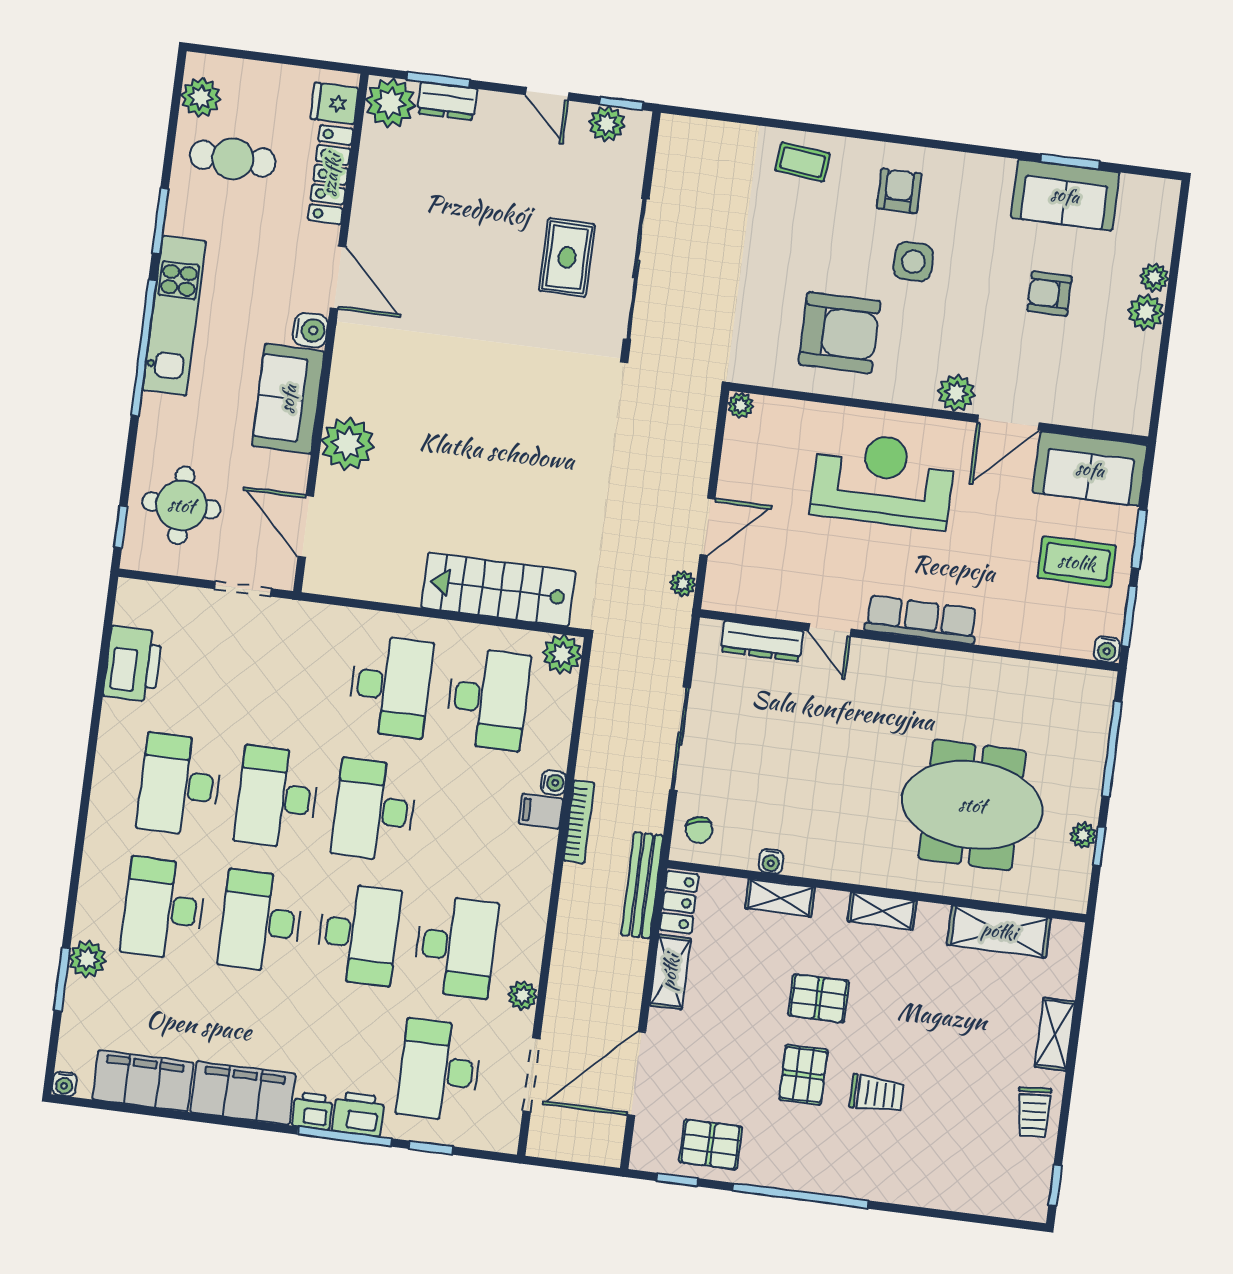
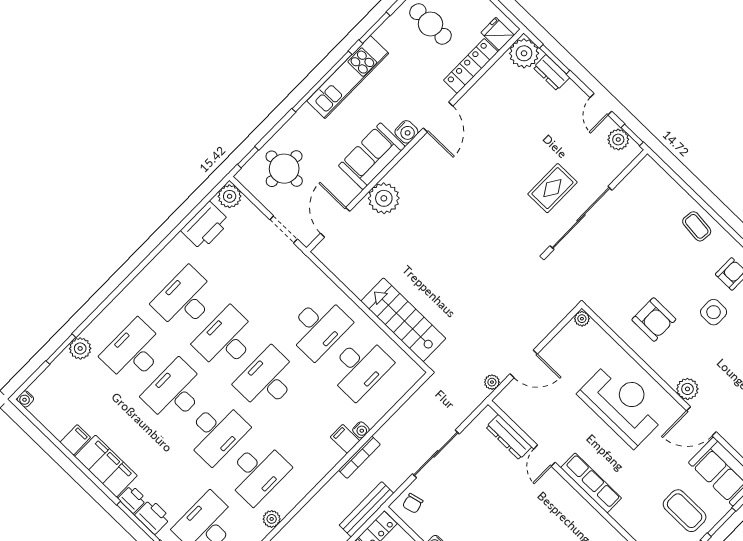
armchair: (839, 333) -> (654, 320), width x0.73, depth x0.73
plant: (562, 654) -> (230, 196), moved
filing cabinet: (143, 1081) -> (75, 440), width x0.33, depth x0.86

